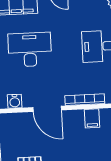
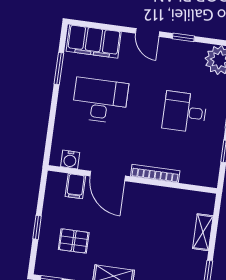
filing cabinet: (92, 118) -> (75, 186), moved

